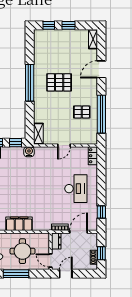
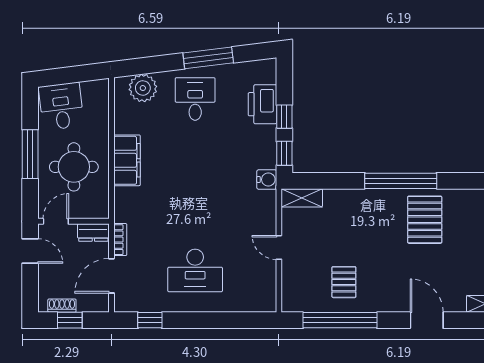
pallet: (59, 82) -> (425, 220), moved
locker: (93, 156) -> (259, 304), removed
door: (79, 232) -> (111, 276), swing flipped

